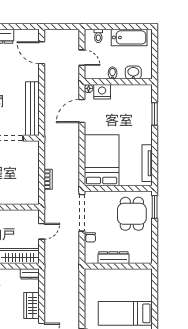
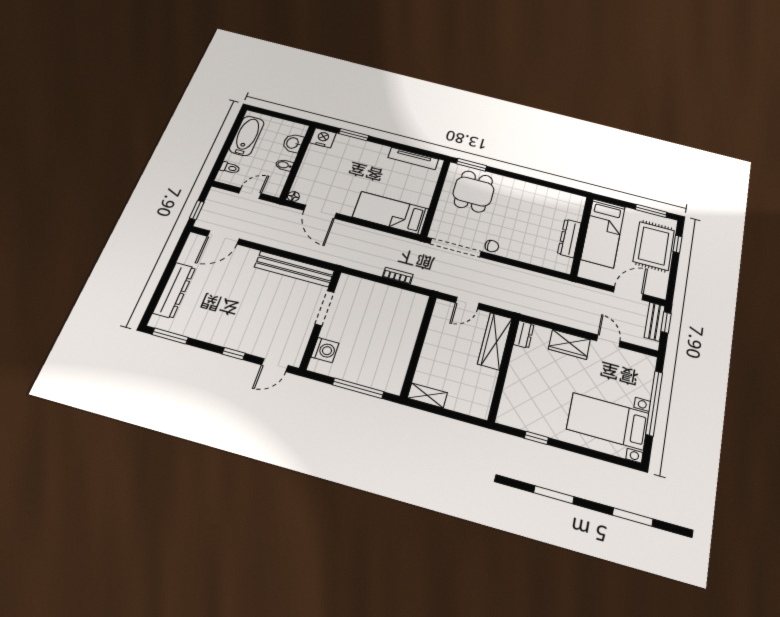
window: (57, 27) -> (197, 210), added
nightstand: (102, 92) -> (323, 138), moved, turned 90
bed: (102, 160) -> (391, 213), width x0.67
dining table: (132, 214) -> (473, 191), turned 90
door: (42, 231) -> (467, 303), swing flipped
dresser: (113, 258) -> (569, 238), moved
wall: (118, 266) -> (582, 236), moved

